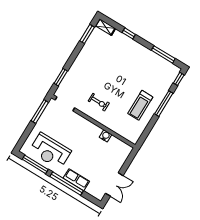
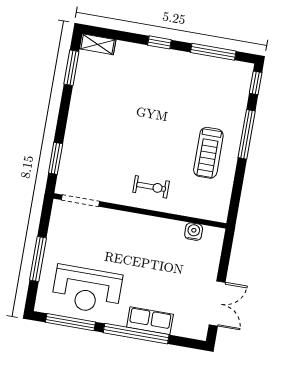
window: (129, 33) -> (159, 42), moved
exercise bike: (99, 102) -> (151, 187), moved
window: (40, 111) -> (38, 259), moved
water cooler: (106, 136) -> (194, 232), moved

